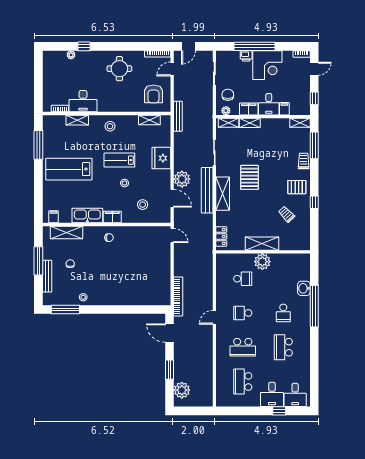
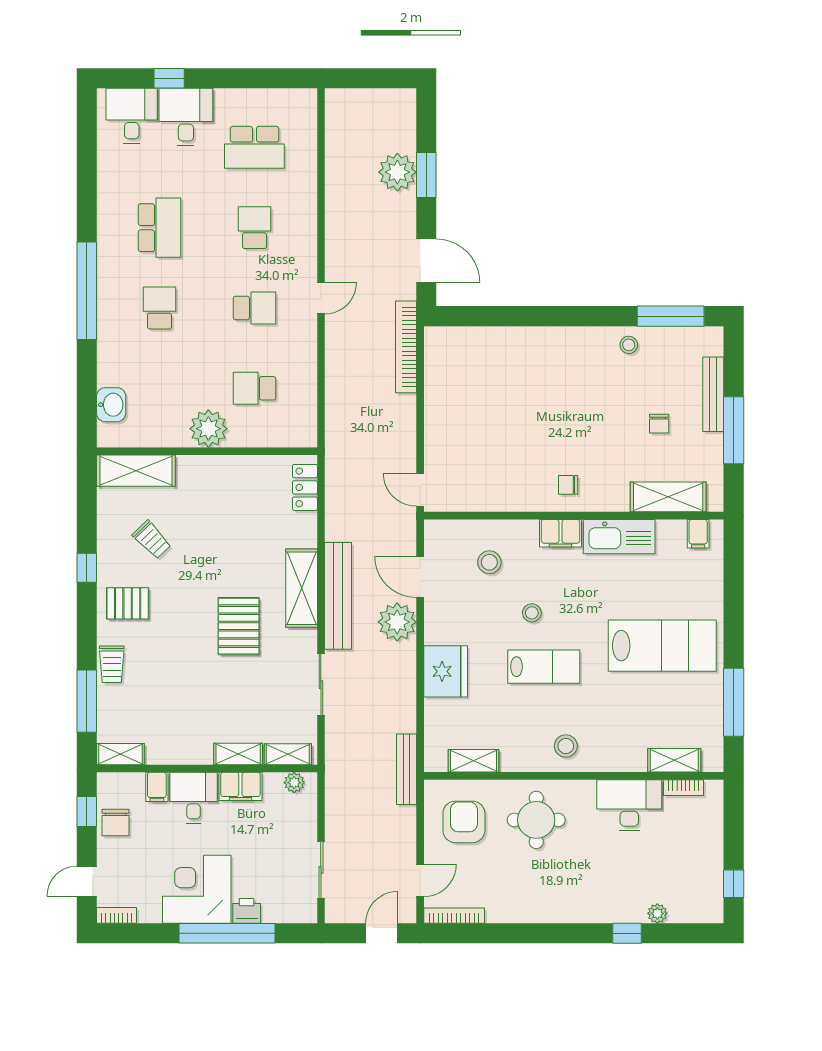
window: (38, 67) -> (734, 884), added
round table: (119, 69) -> (536, 820), moved
chair: (228, 95) -> (115, 822), moved
shelving: (77, 120) -> (674, 760), moved
shelving: (262, 244) -> (136, 471), moved
washbasin: (304, 288) -> (111, 405), moved
window: (314, 306) -> (87, 291), moved
school desk: (243, 347) -> (254, 228), width x0.54
school desk: (243, 381) -> (254, 147), turned 90
plant: (182, 390) -> (397, 172), moved

